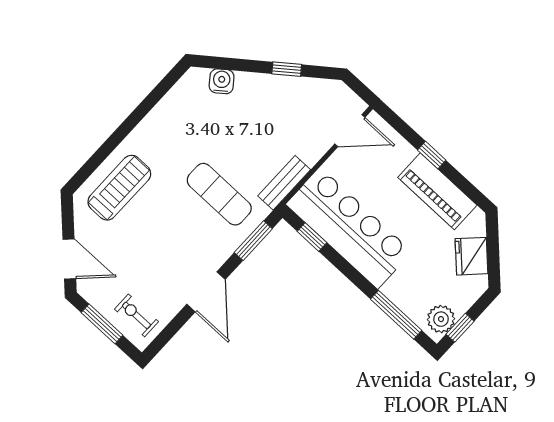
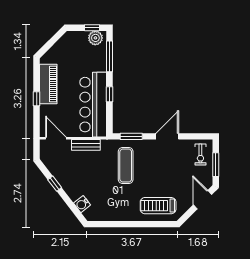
bench: (284, 183) -> (86, 145), moved
window: (312, 237) -> (109, 94), moved
fridge: (472, 256) -> (61, 48), removed

